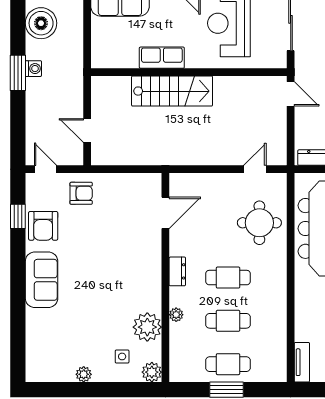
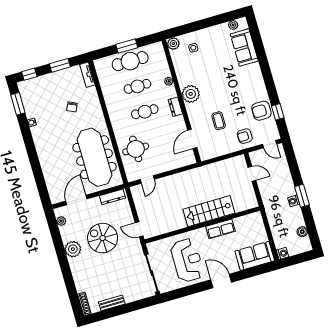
boiler: (41, 23) -> (302, 232), width x0.54, depth x0.54
armchair: (43, 226) -> (261, 111), turned -90
coffee table: (116, 230) -> (219, 121), added
sofa: (42, 280) -> (244, 47), moved
plant: (147, 327) -> (191, 94), moved
cafe table: (228, 364) -> (130, 61), width x1.37, depth x1.35
plant: (84, 374) -> (233, 25), moved

